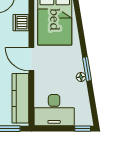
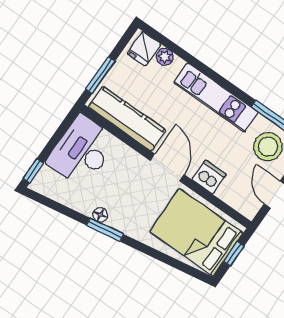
dishwasher: (21, 23) -> (209, 177), moved
door: (31, 59) -> (167, 168), hinge flipped

